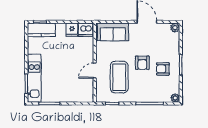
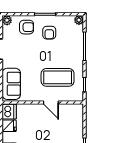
armchair: (142, 63) -> (27, 27), moved

